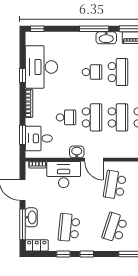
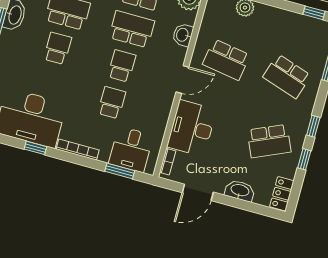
school desk: (92, 117) -> (122, 66), width x0.54
washbasin: (77, 152) -> (183, 35), moved
window: (23, 224) -> (246, 206), removed
school desk: (69, 228) -> (269, 141), turned -30

